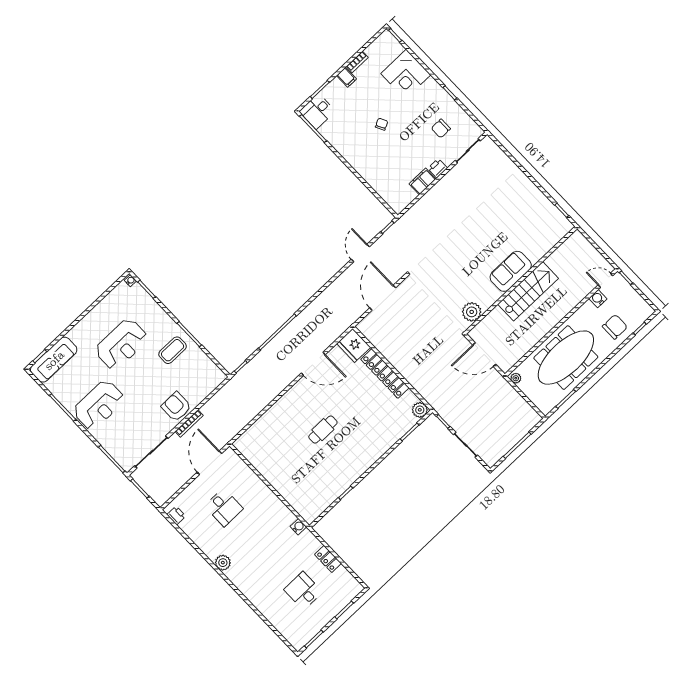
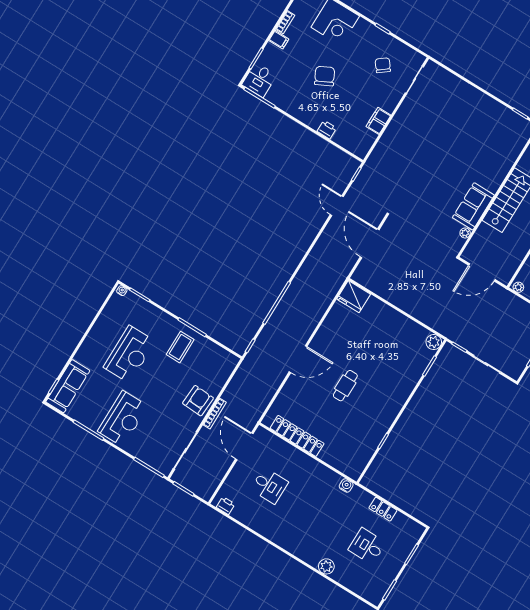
chair: (382, 124) -> (325, 76), width x1.87, depth x1.87
chair: (441, 128) -> (383, 65), turned 142
printer: (438, 168) -> (327, 130), moved, turned 90
sofa: (511, 271) -> (473, 206), moved
plant: (472, 312) -> (465, 233), width x0.53, depth x0.53
door: (313, 364) -> (298, 359), moved
locker: (385, 374) -> (297, 436), moved, turned 180
armchair: (176, 407) -> (198, 401), turned 93
plant: (223, 563) -> (326, 566), moved

